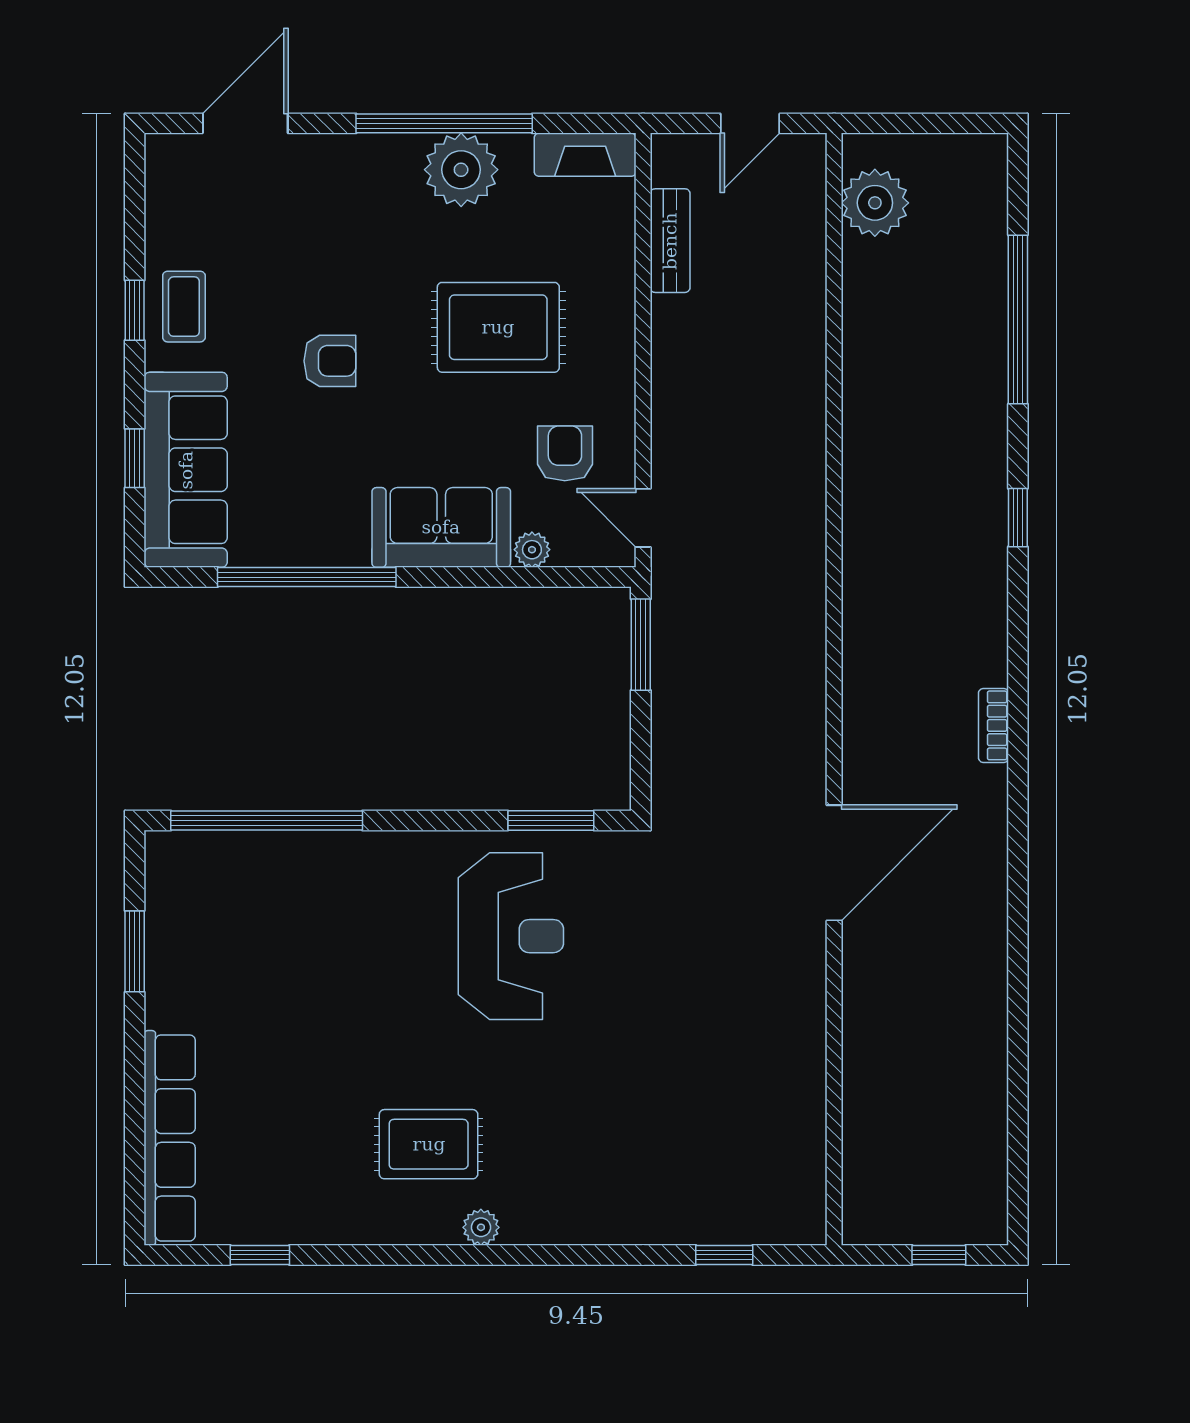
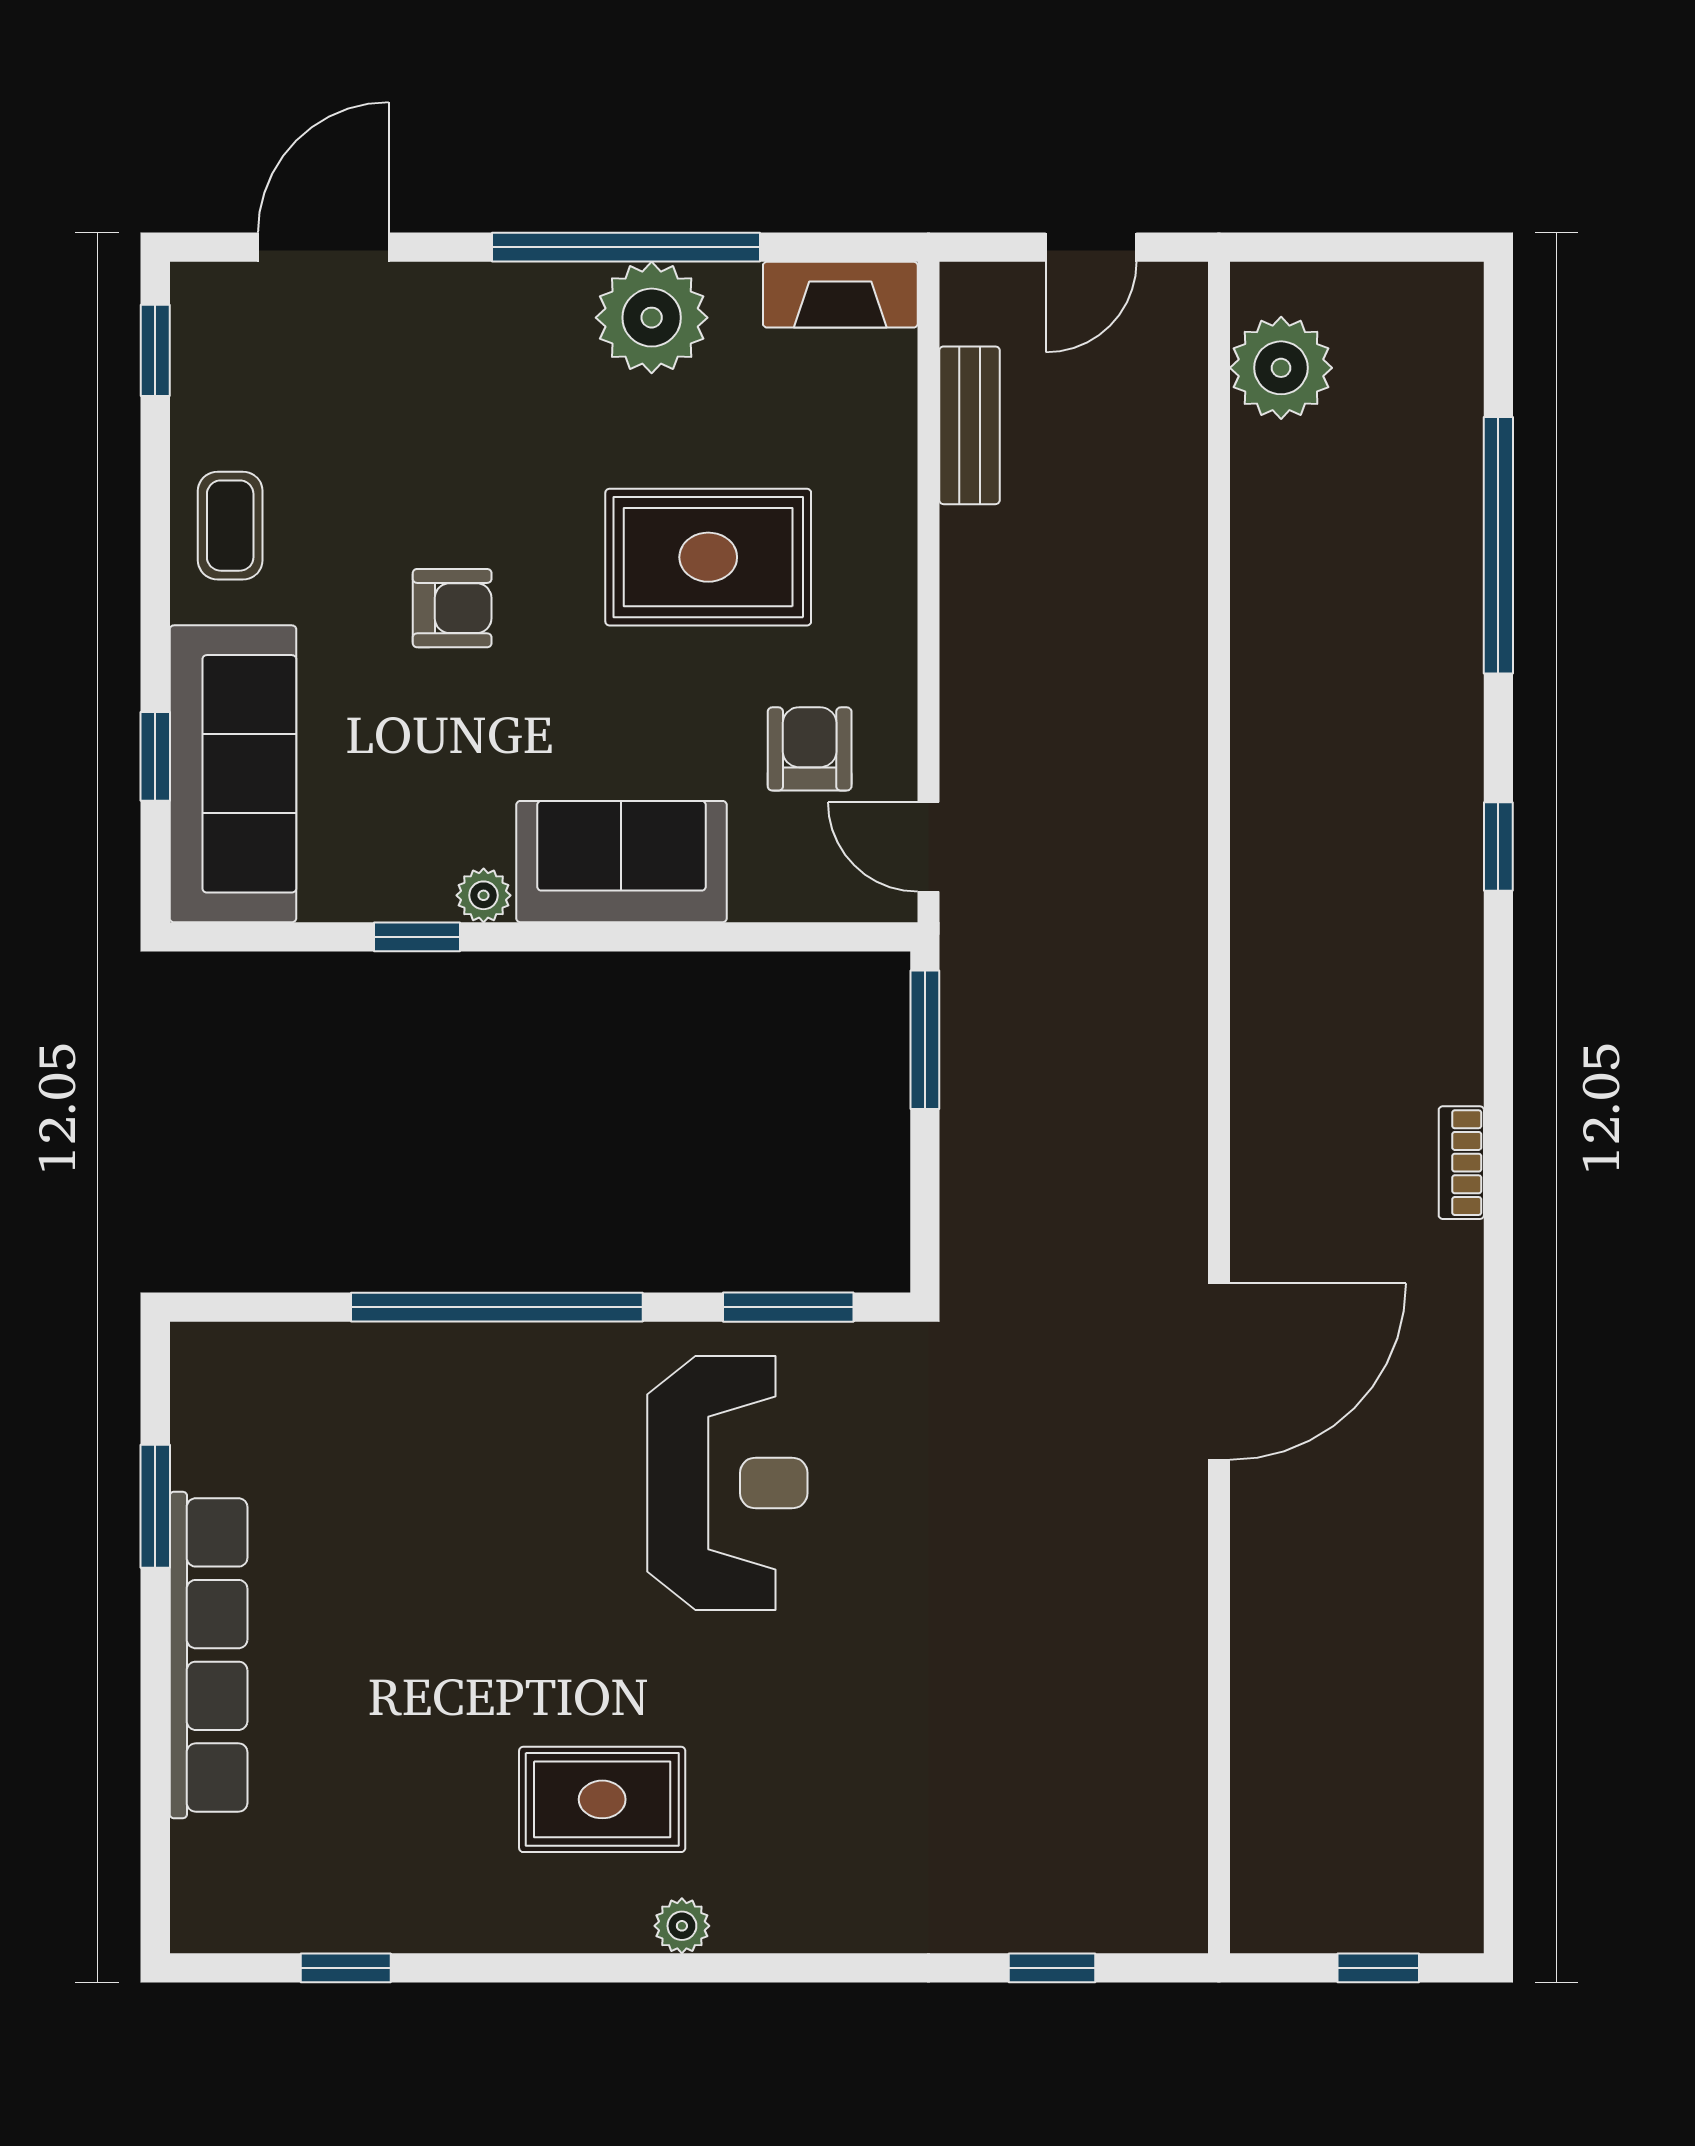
window: (135, 310) -> (155, 350), moved
plant: (532, 550) -> (484, 895), moved
window: (307, 577) -> (417, 937), width x0.32
window: (267, 820) -> (497, 1307), moved
row of seats: (170, 1138) -> (209, 1655), moved

